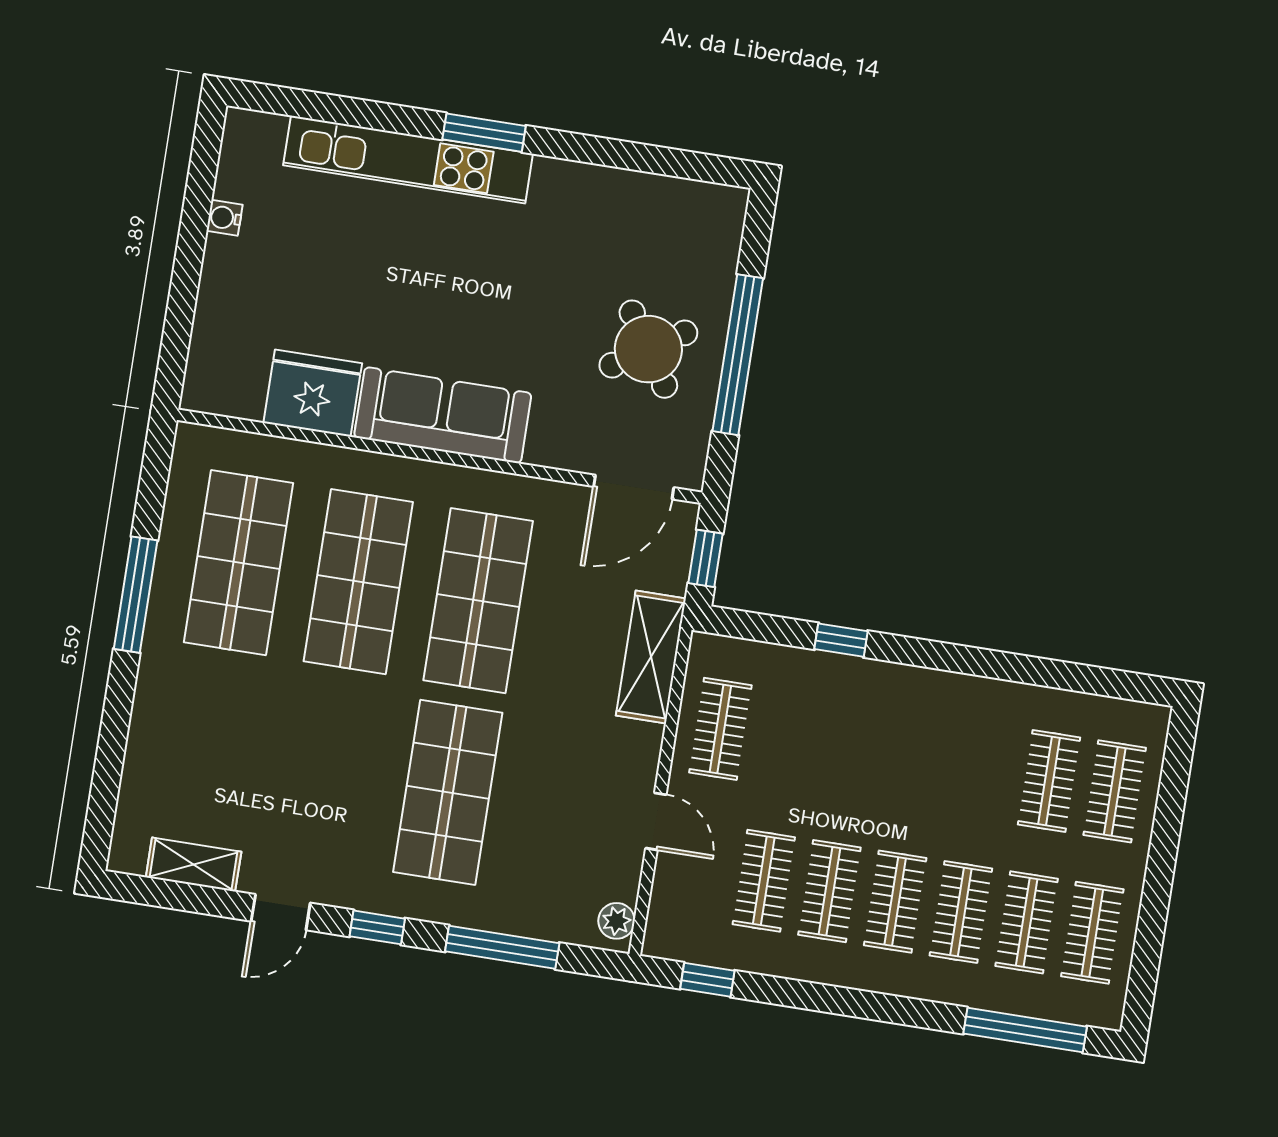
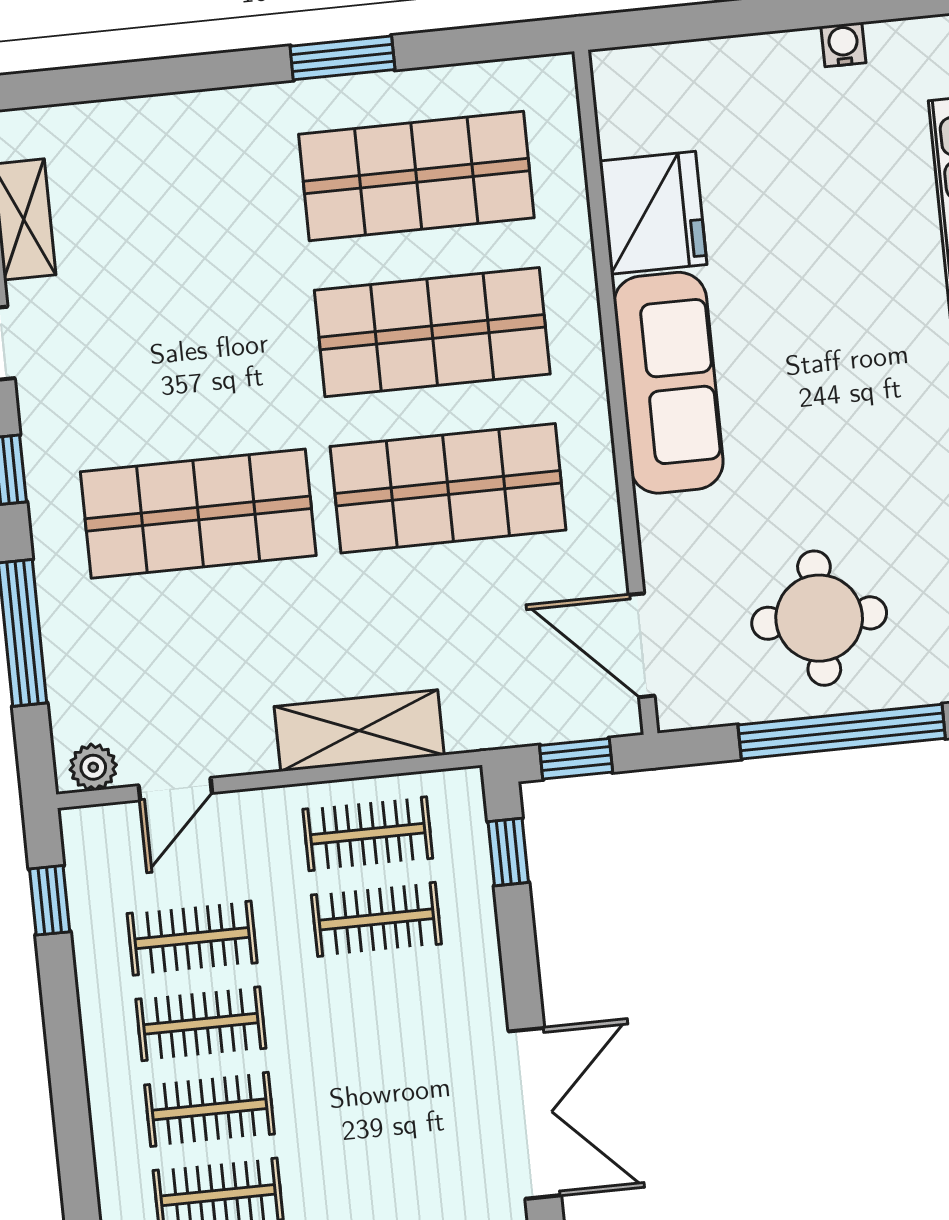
round table: (648, 349) -> (819, 618), turned 33
window: (136, 595) -> (342, 58), width x0.69
window: (841, 640) -> (508, 852), moved
shelving: (651, 657) -> (359, 731), moved
double door: (962, 659) -> (535, 1113), added
clothes rail: (786, 739) -> (376, 919), added
door: (656, 821) -> (175, 789), moved

